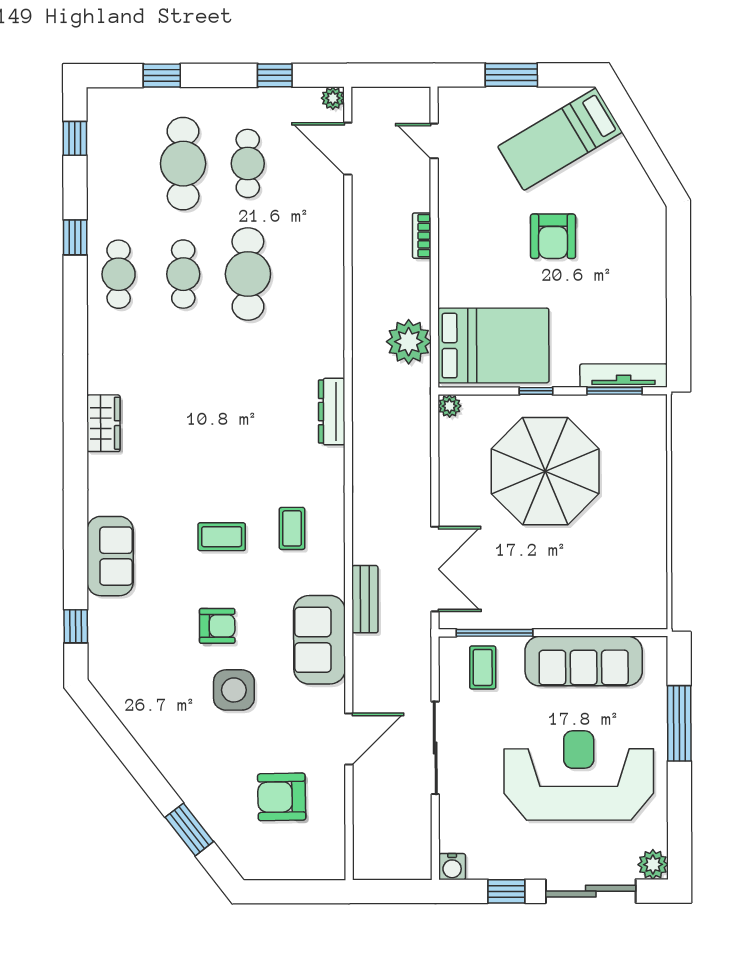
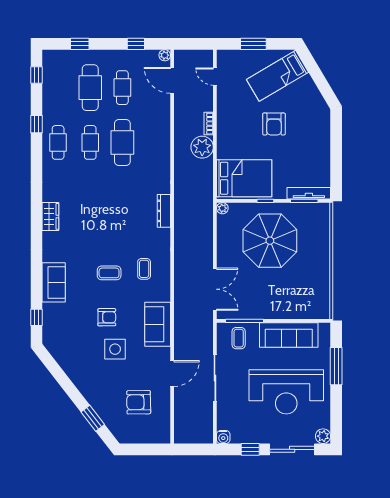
plant: (409, 342) -> (202, 147), moved
bench: (365, 599) -> (180, 304), removed
reception desk: (579, 776) -> (286, 392), turned 180

